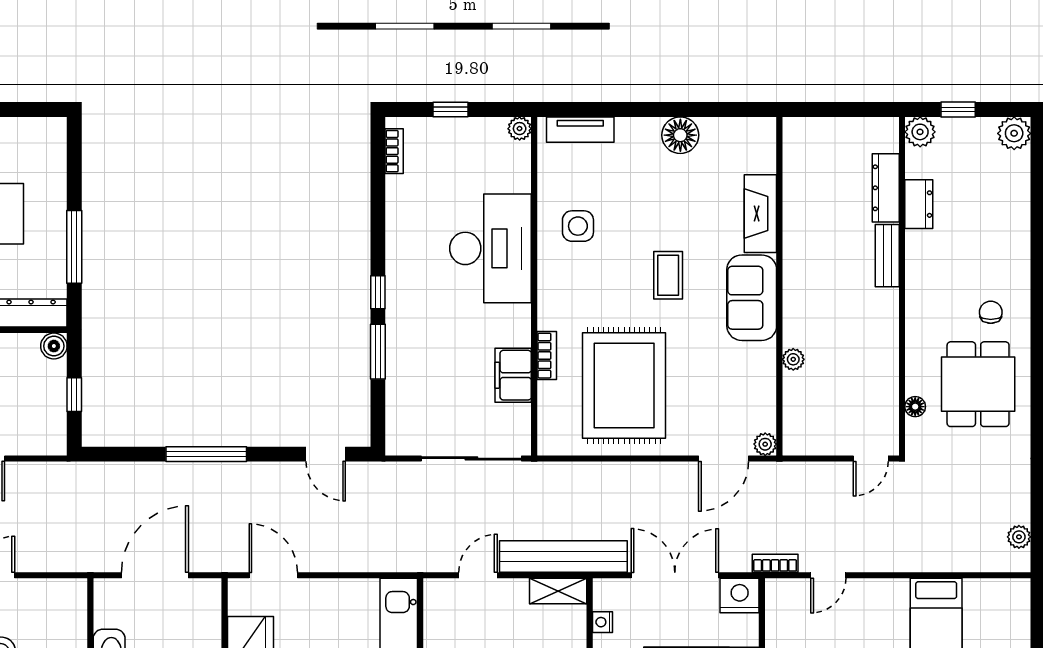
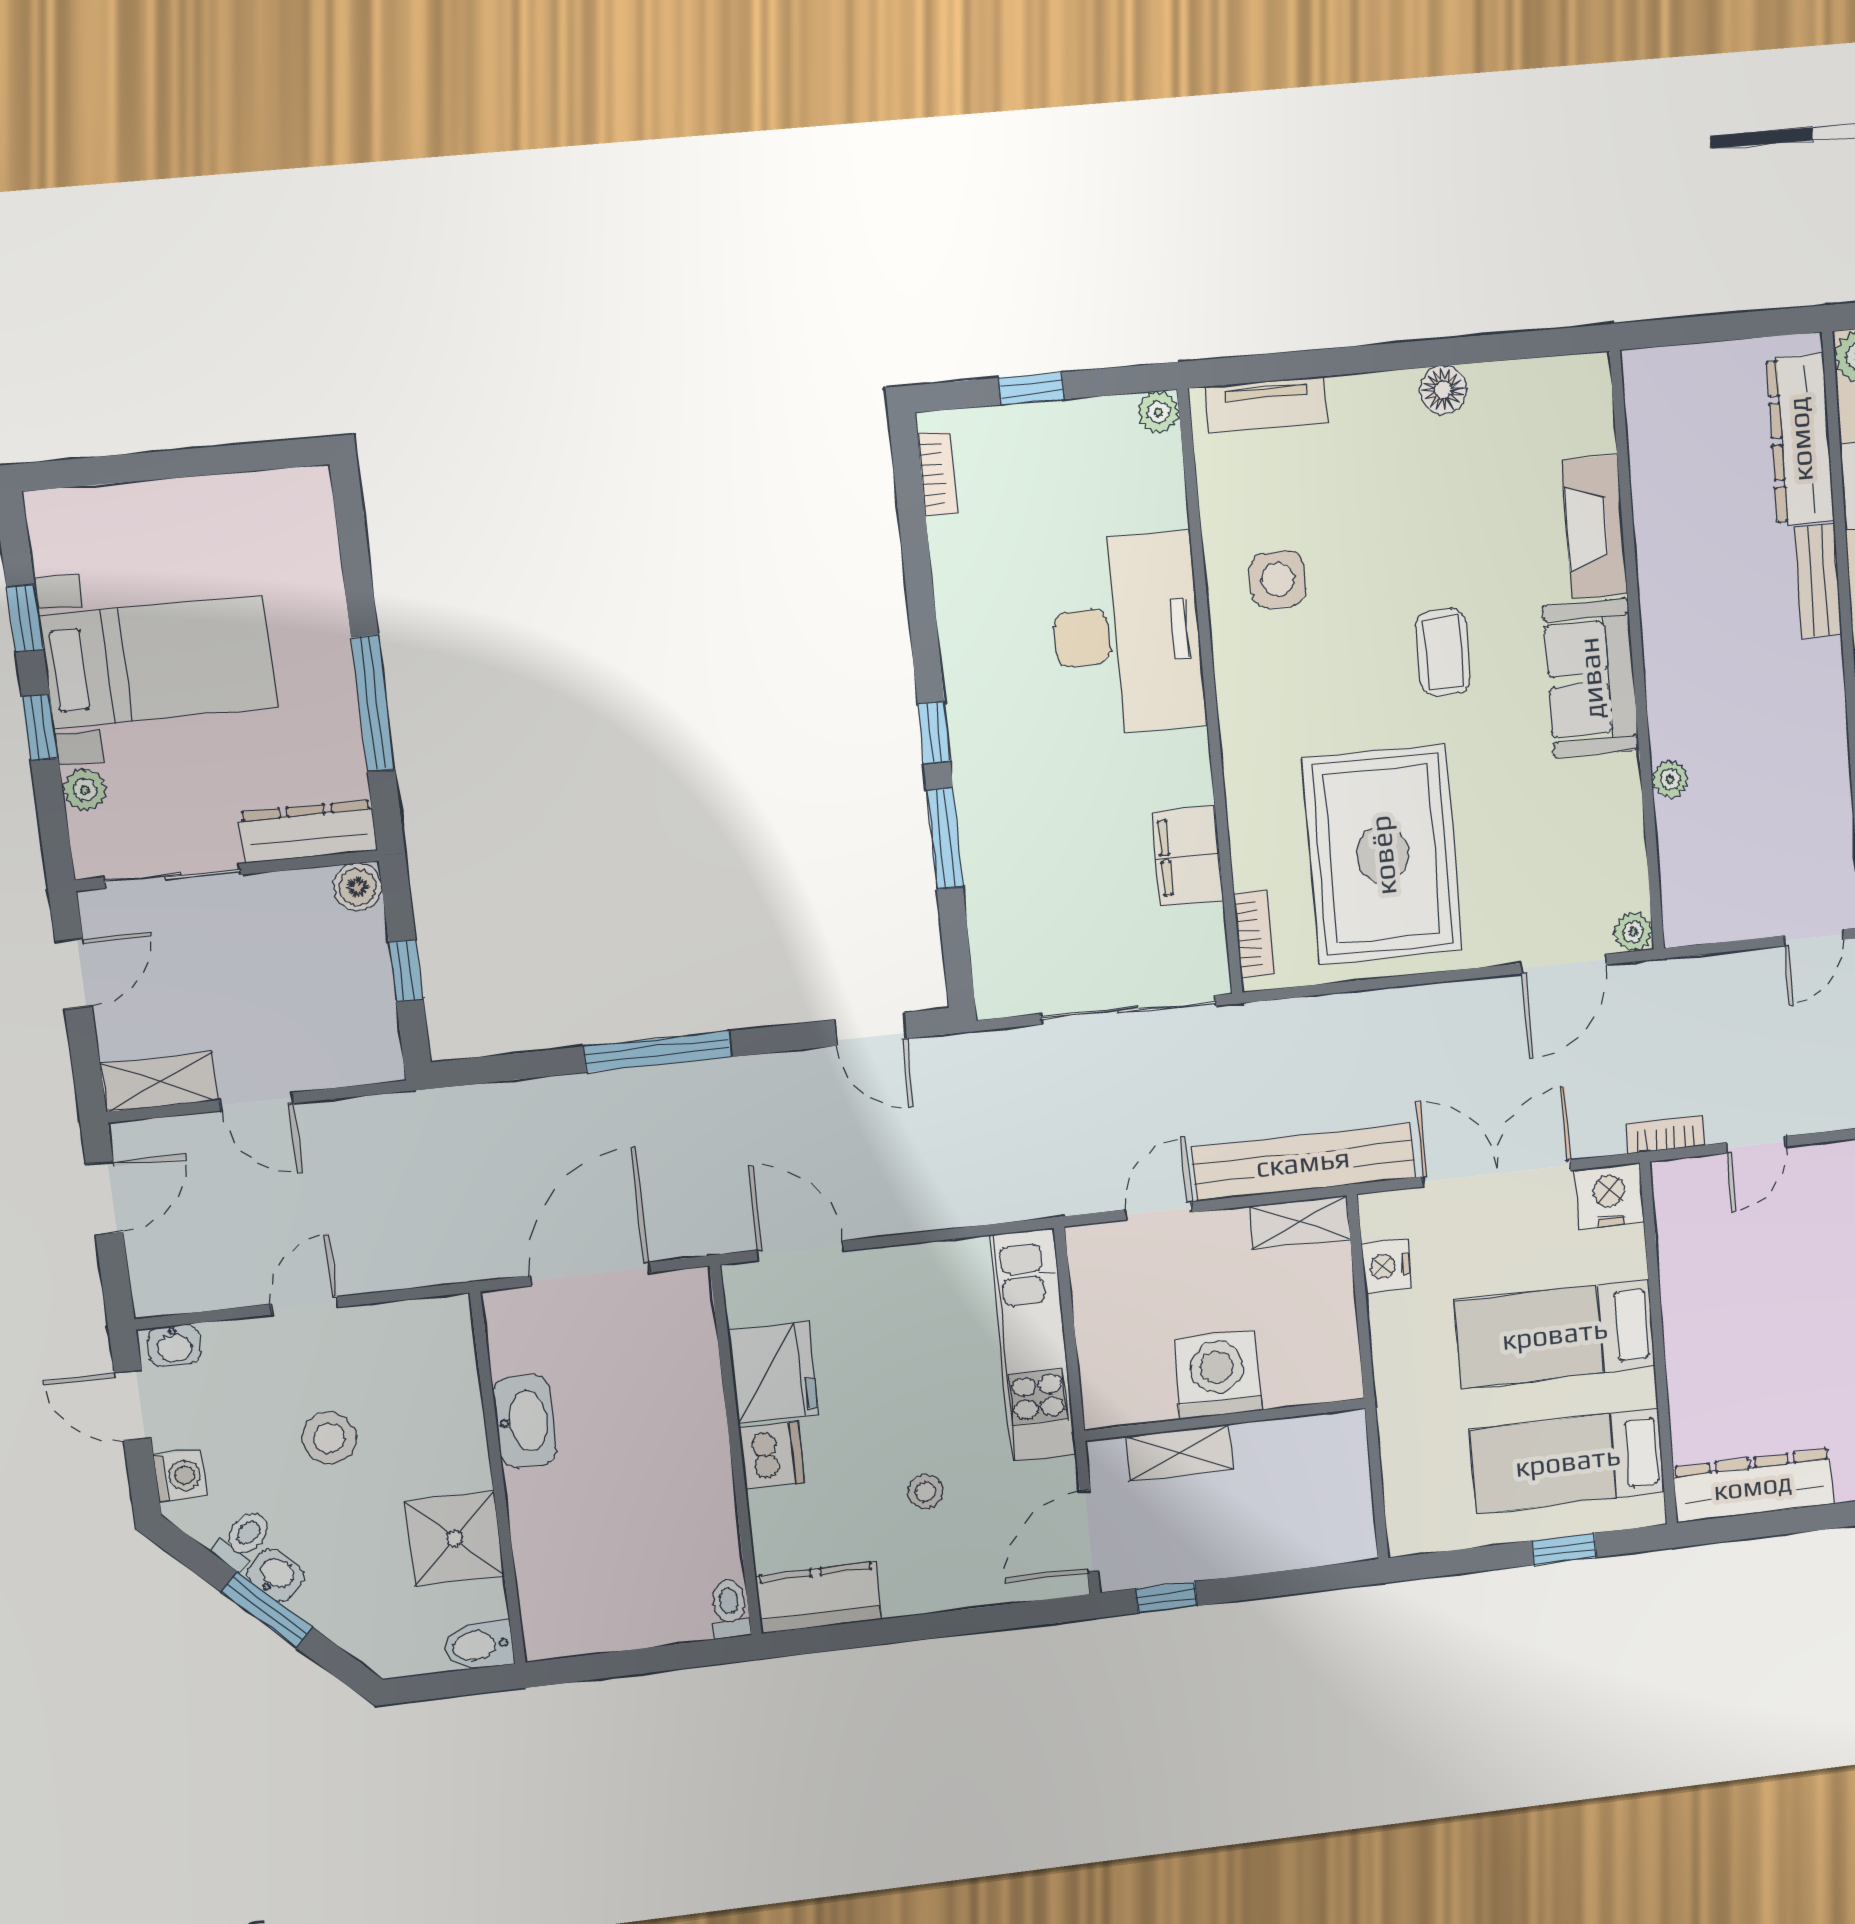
floor lamp: (680, 135) -> (1443, 390), width x0.73, depth x0.73
dresser: (886, 188) -> (1800, 439), width x1.37, depth x1.24
bookcase: (547, 356) -> (1254, 934), moved
nightstand: (603, 622) -> (1386, 1266), width x1.39, depth x1.35

